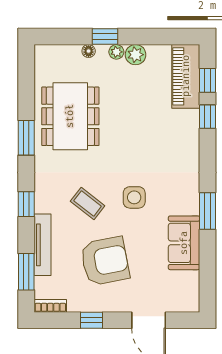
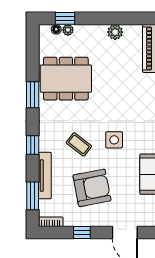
window: (105, 37) -> (65, 18), moved
floor lamp: (89, 51) -> (56, 29), moved
plant: (116, 52) -> (68, 30), moved
dining table: (70, 116) -> (66, 79), turned 90

